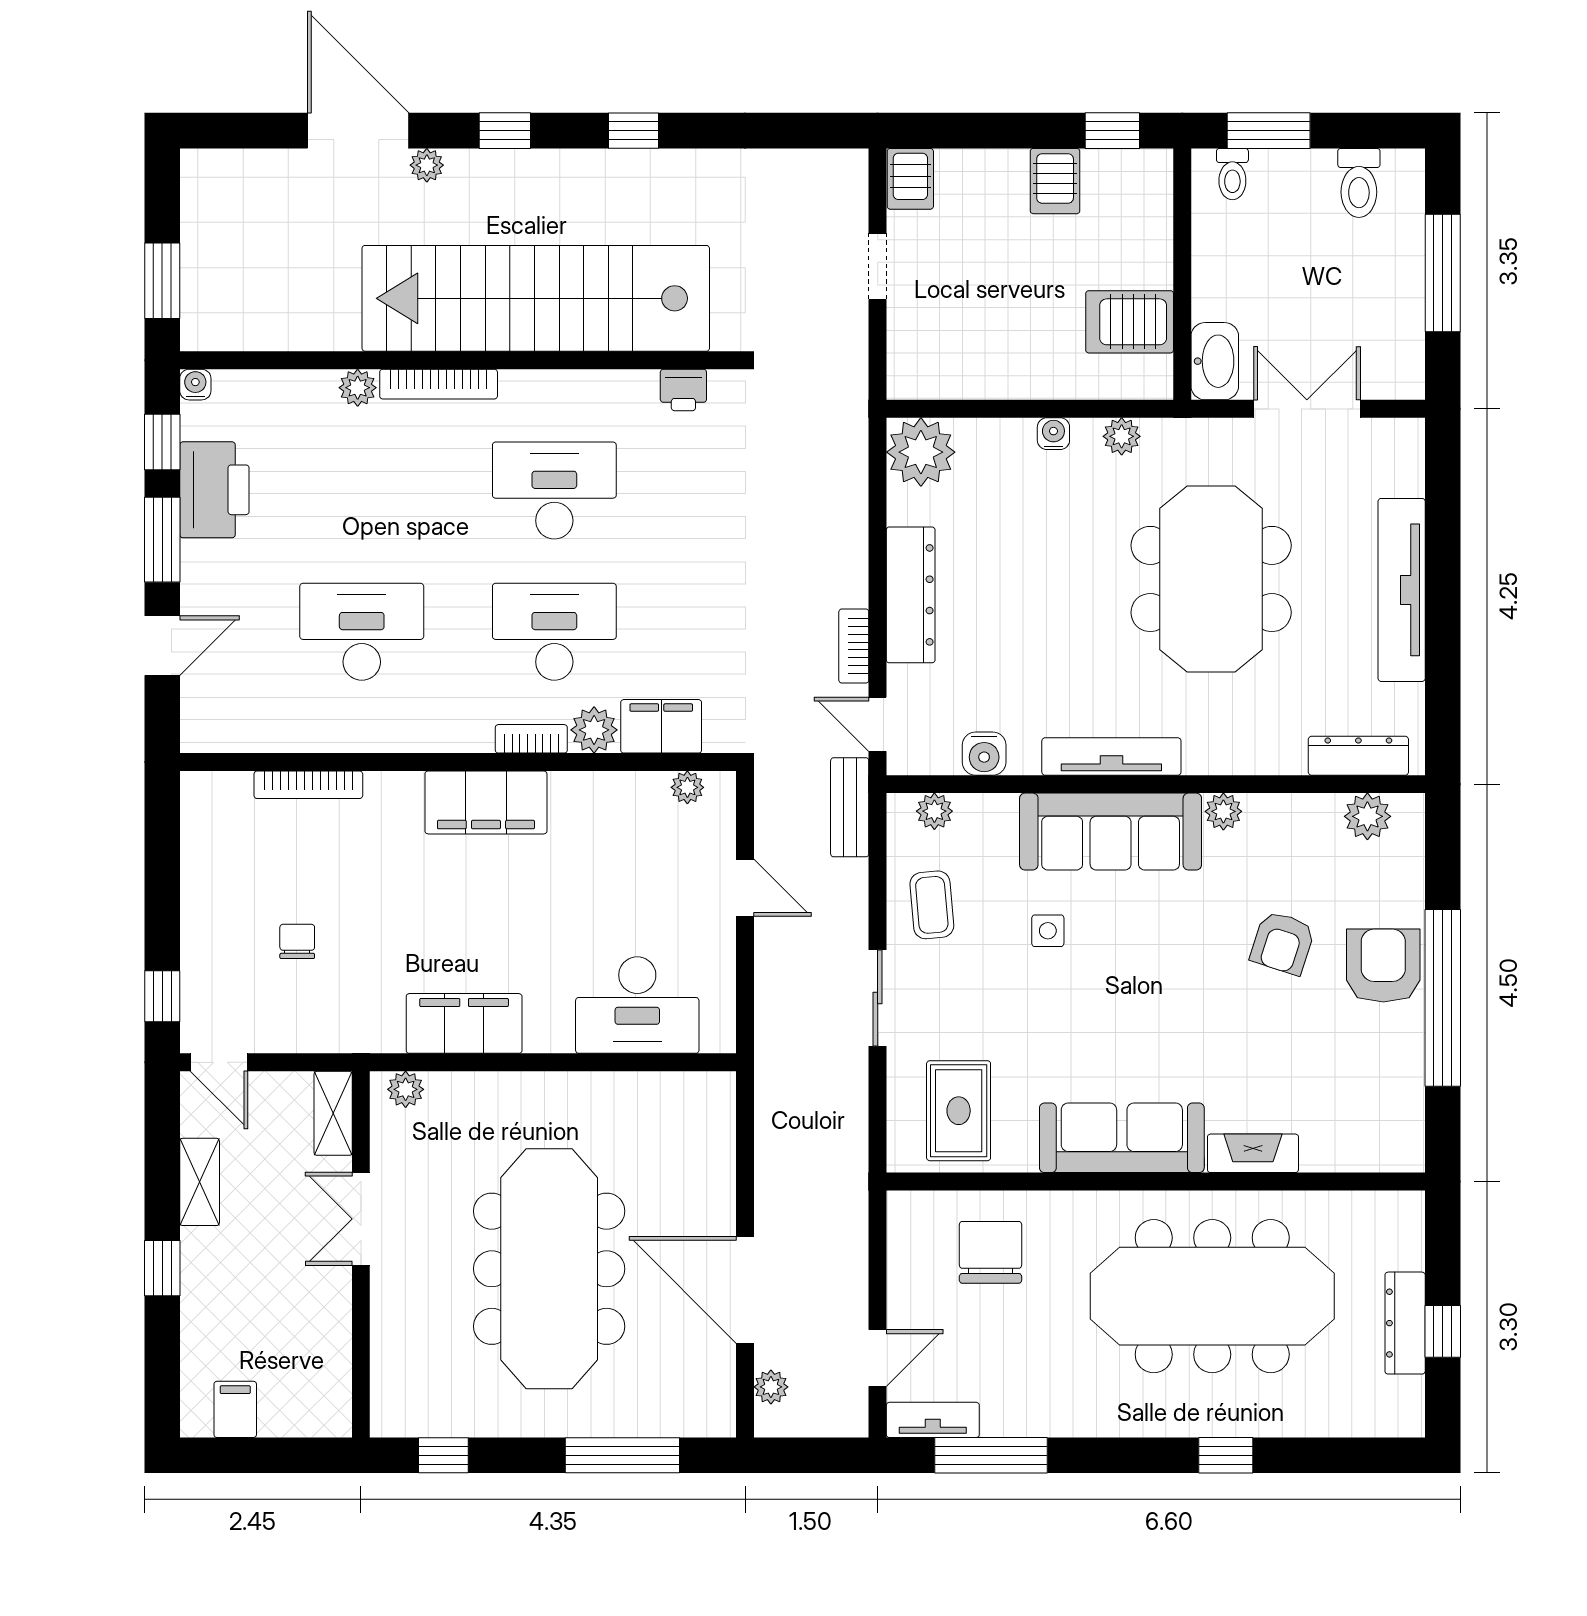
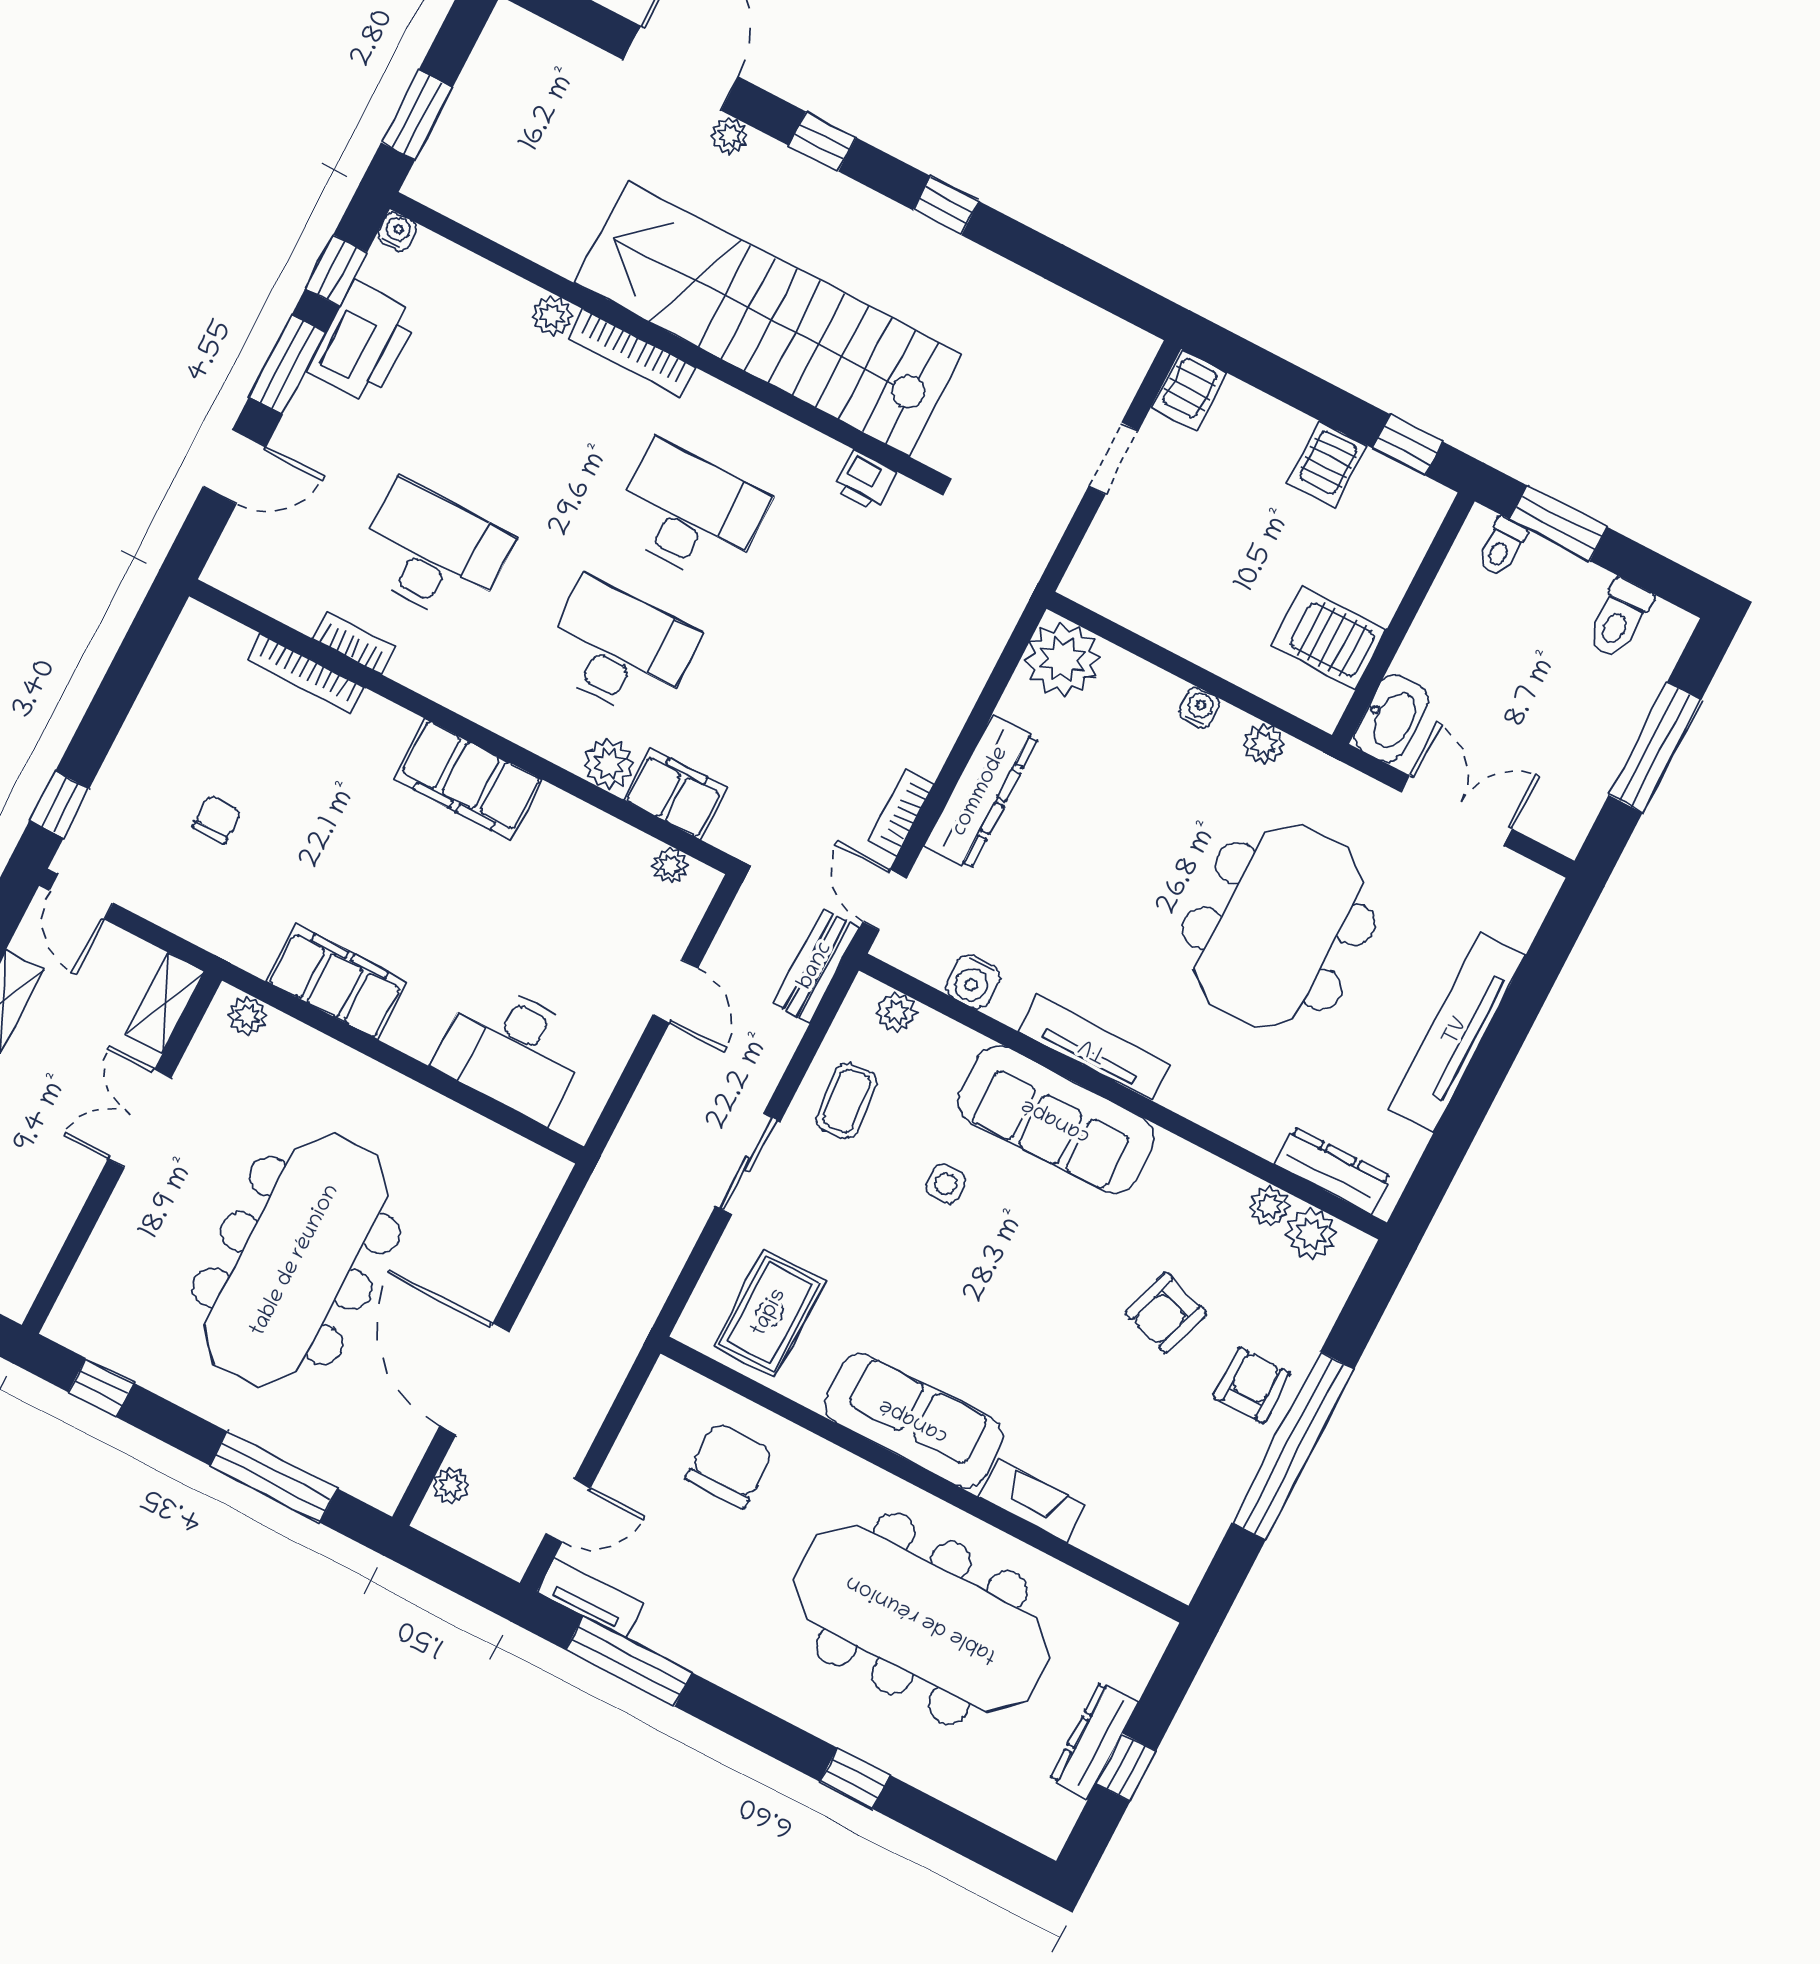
bookcase: (531, 739) -> (354, 643), moved
plant: (1223, 811) -> (1269, 1206), moved
armchair: (1383, 966) -> (1252, 1385), width x0.72, depth x0.72

